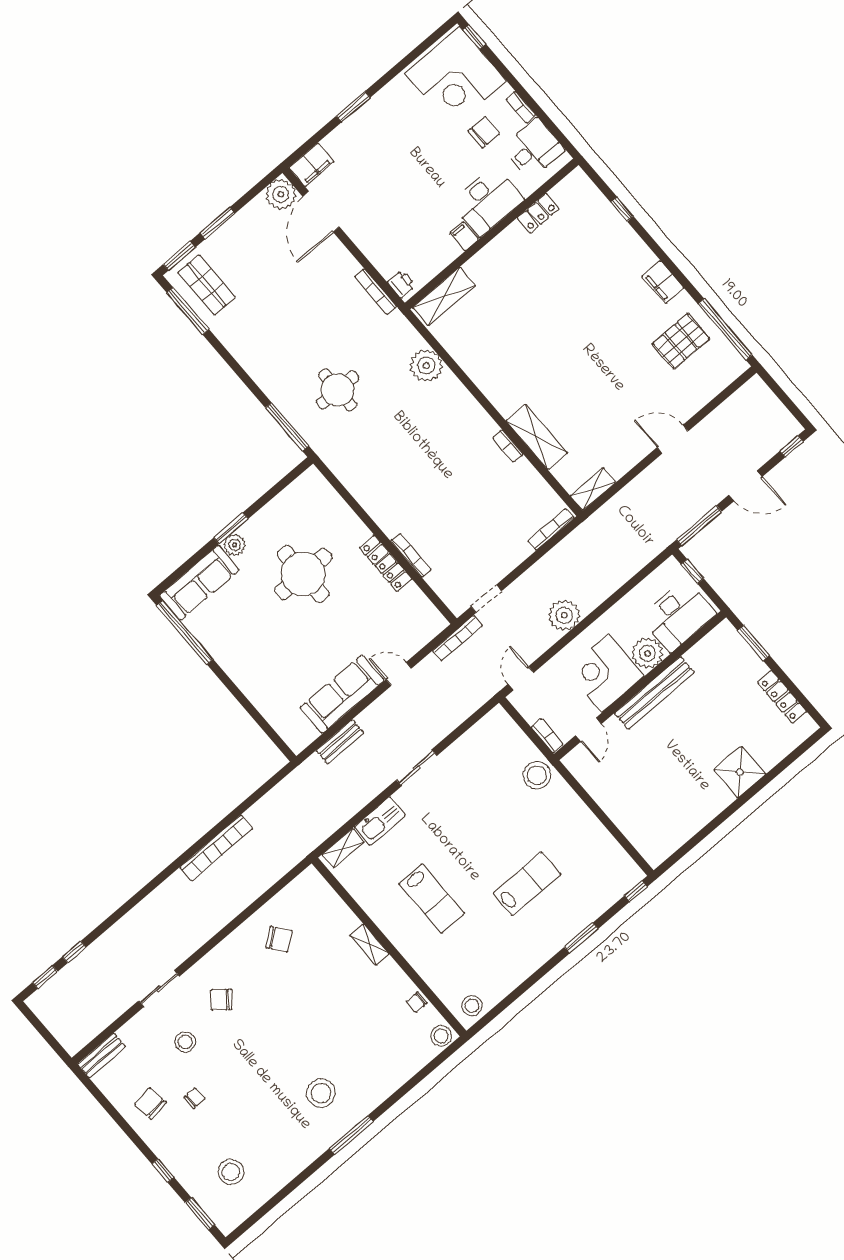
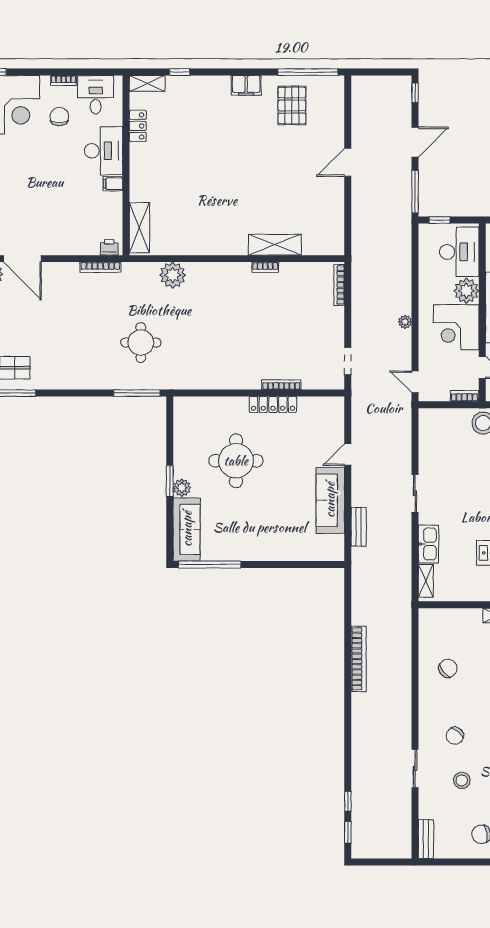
shelving: (593, 489) -> (147, 83), moved, turned 90
plant: (564, 615) -> (405, 322), width x0.53, depth x0.53
bookcase: (457, 638) -> (357, 400), removed

